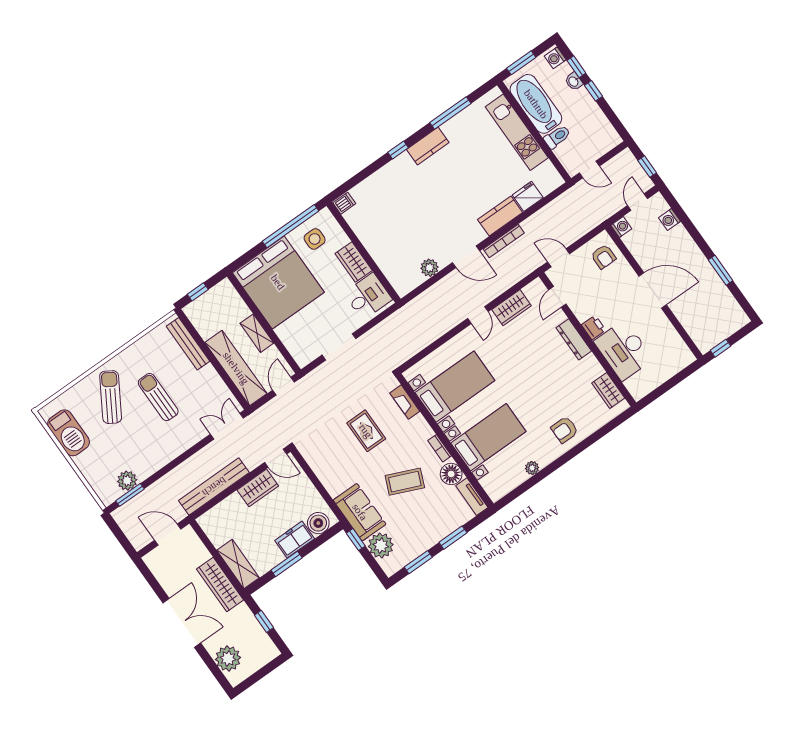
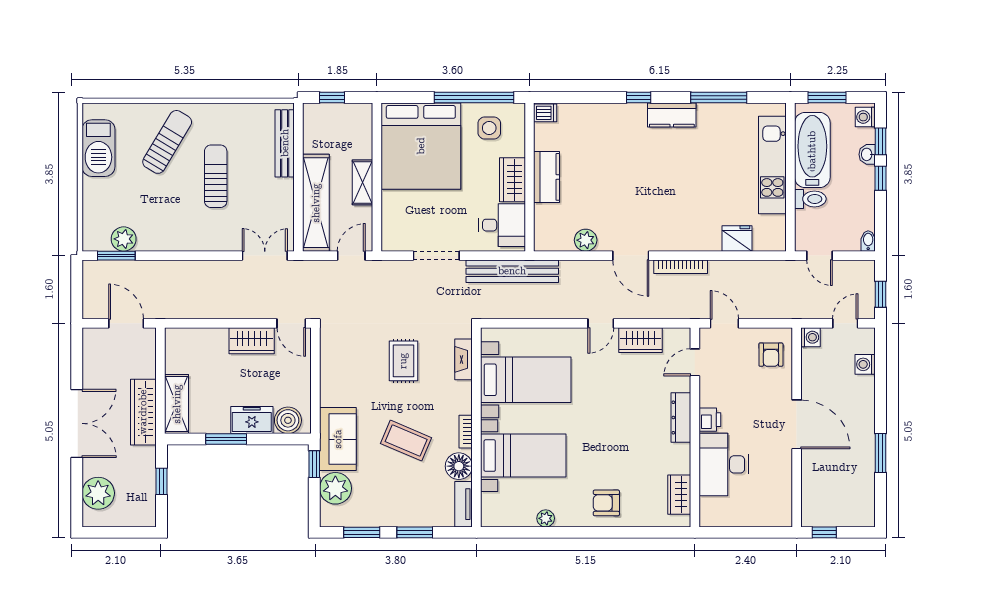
bidet: (614, 137) -> (868, 241), added
kitchen counter: (500, 216) -> (547, 177), moved, turned 90
bench: (214, 487) -> (512, 271), moved

